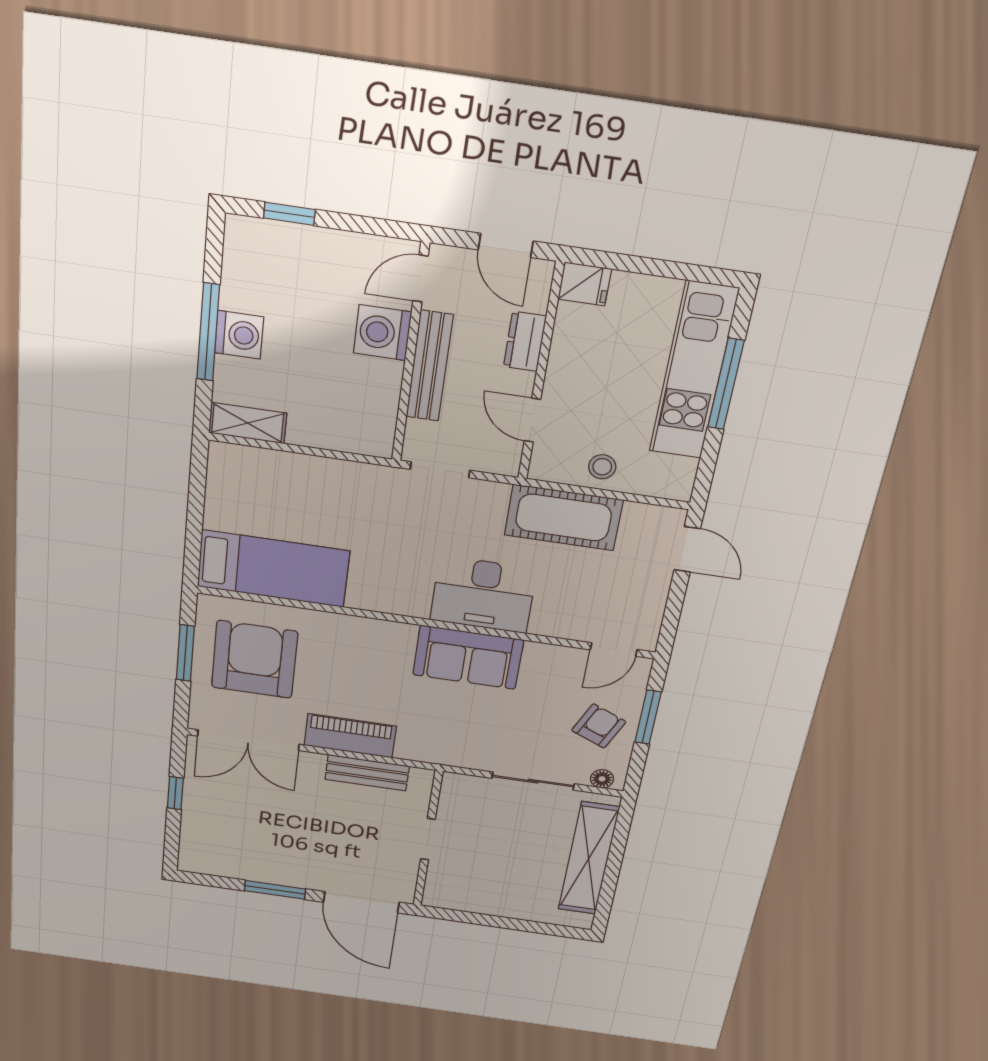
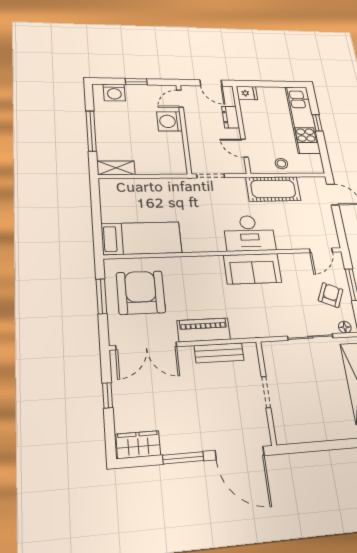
window: (289, 214) -> (136, 82), moved
washing machine: (239, 335) -> (114, 92), moved, turned 90
bench: (429, 366) -> (193, 132), removed
window: (726, 384) -> (317, 123), width x0.46
wardrobe: (212, 861) -> (138, 445), added

